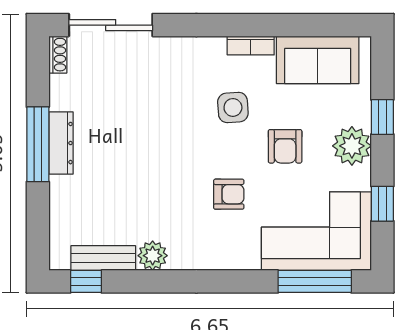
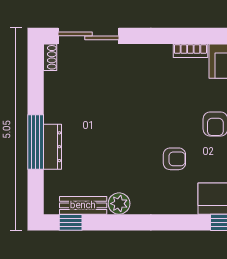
side table: (233, 107) -> (177, 96), removed
dresser: (61, 143) -> (52, 147), moved
window: (38, 144) -> (36, 142), moved

